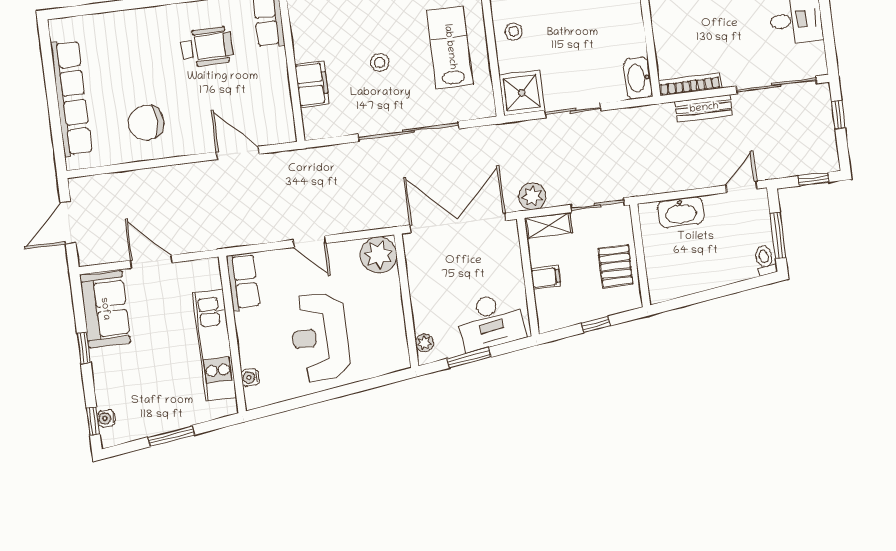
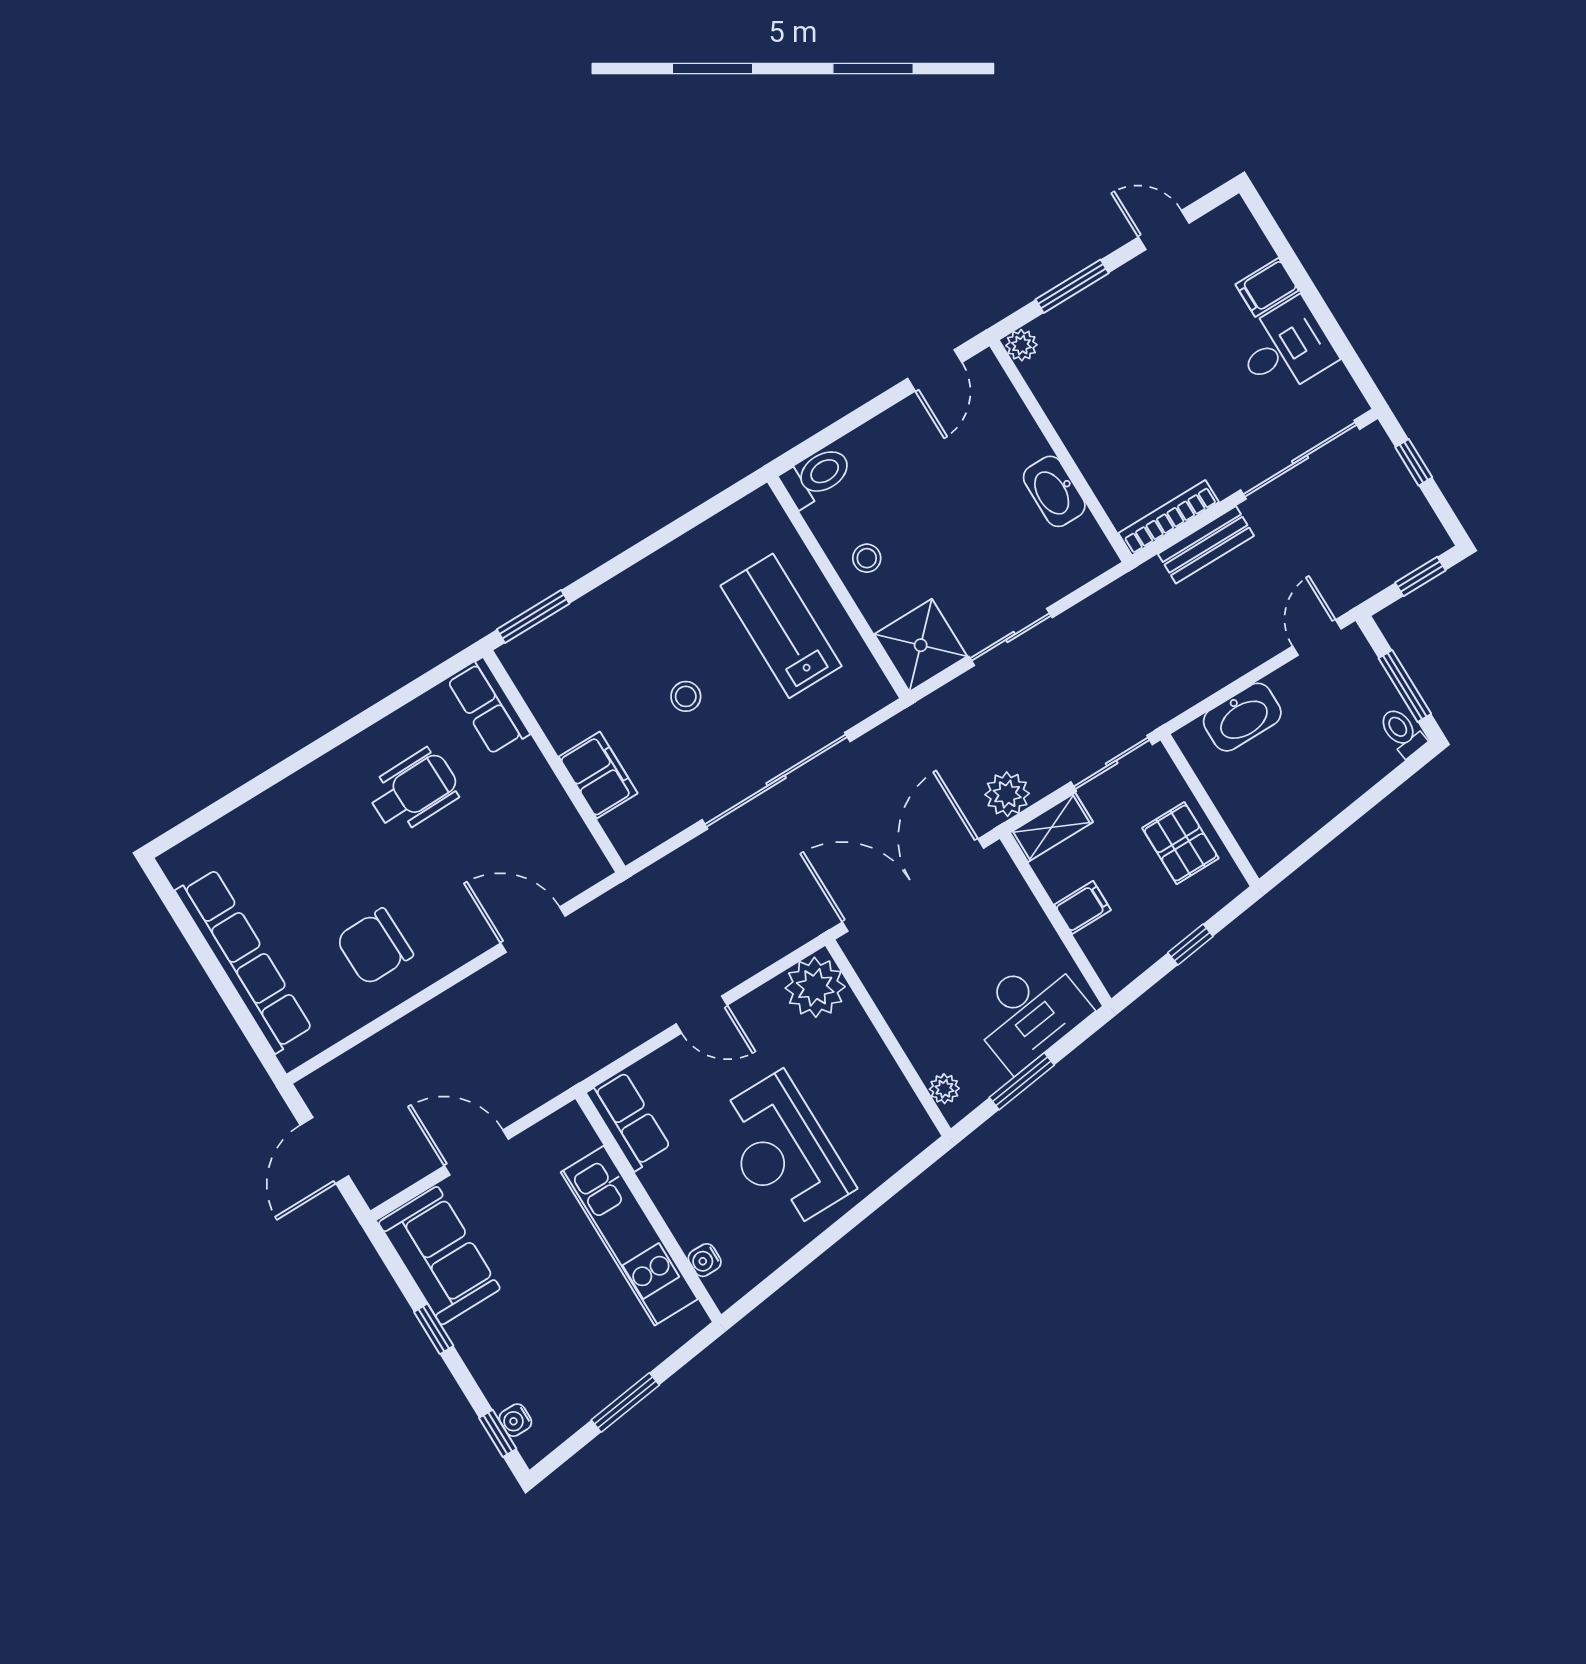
washbasin: (638, 78) -> (1054, 491), moved

